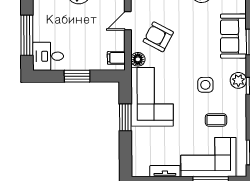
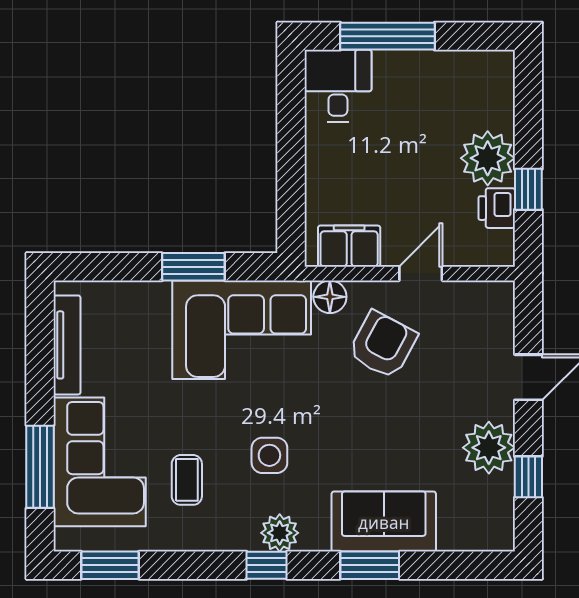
door: (128, 21) -> (421, 274), hinge flipped
filing cabinet: (116, 58) -> (349, 246), width x2.00
window: (77, 76) -> (291, 154), removed
tv unit: (165, 171) -> (67, 345), width x1.41

